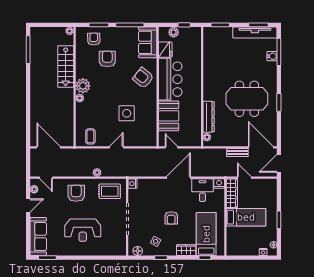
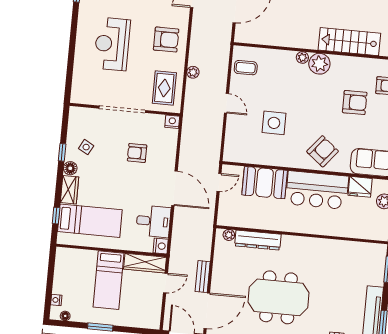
meeting table: (247, 99) -> (279, 297), turned 90
armchair: (171, 218) -> (137, 153), moved
floor lamp: (138, 251) -> (70, 168), moved

